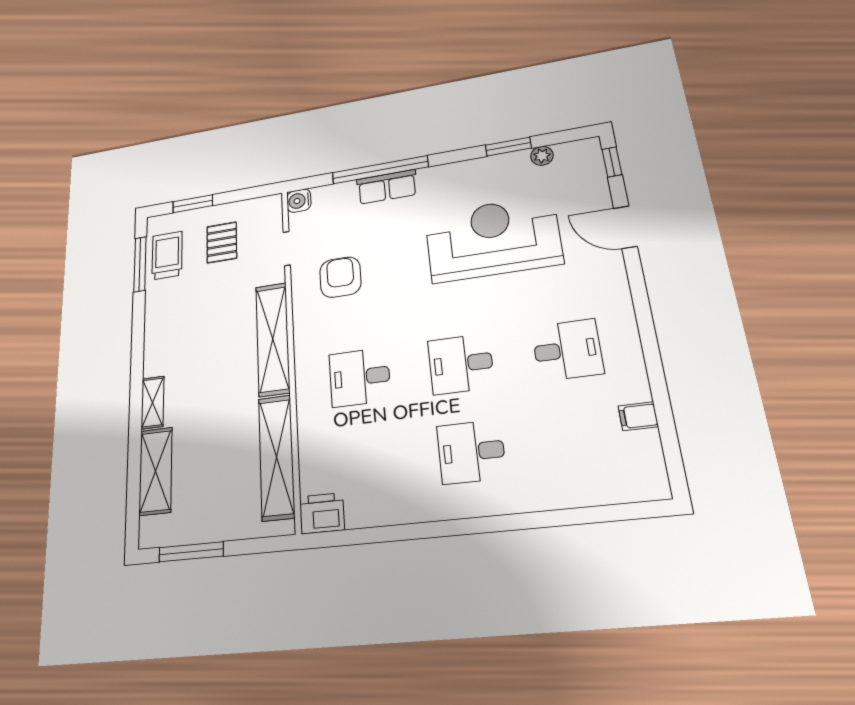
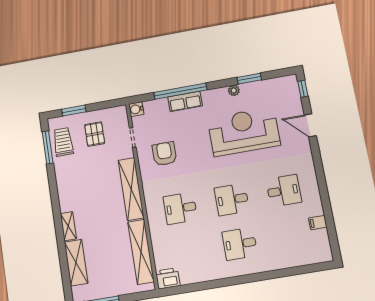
plant: (542, 156) -> (234, 90), moved

